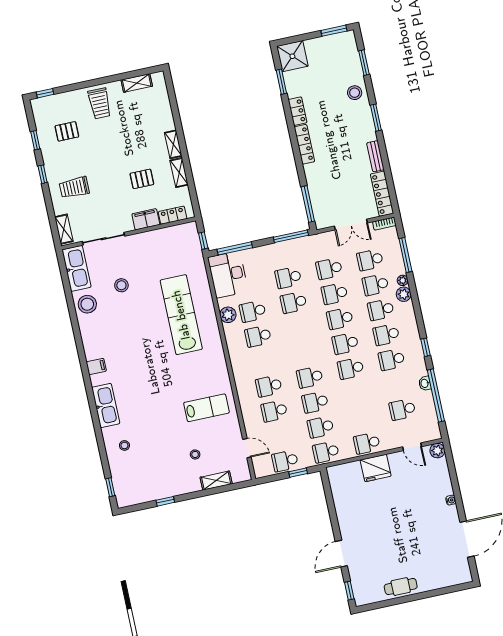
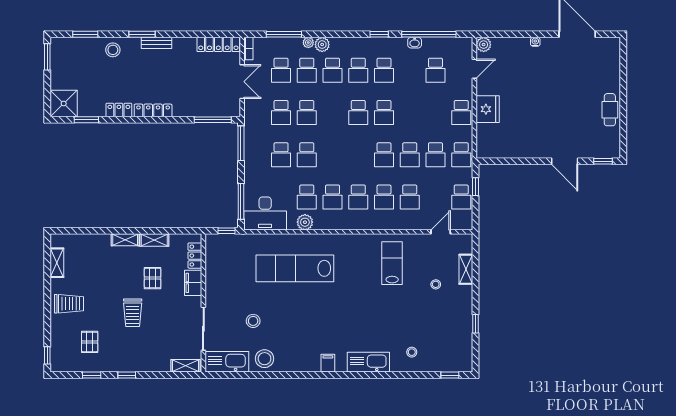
bench: (375, 156) -> (156, 43), moved
trolley: (74, 187) -> (133, 313), moved
school desk: (340, 319) -> (358, 197), moved

